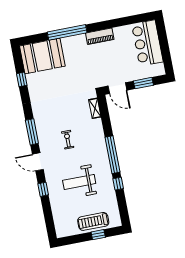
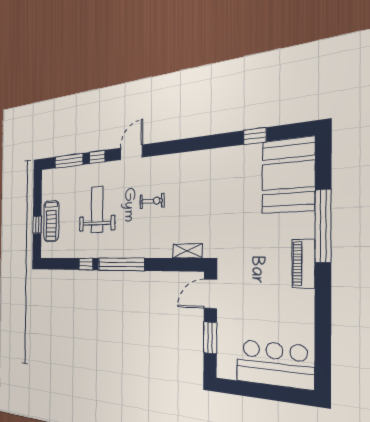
piano: (100, 36) -> (303, 263), moved
window: (32, 132) -> (69, 161), moved
treadmill: (93, 221) -> (51, 221), turned 180

